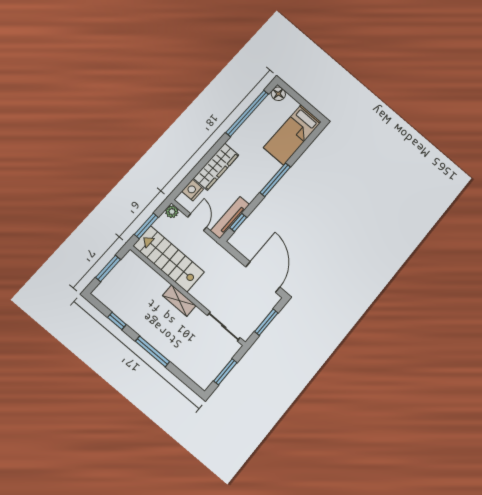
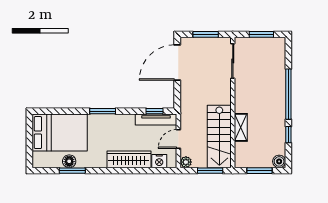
floor lamp: (278, 94) -> (69, 161), moved
window: (247, 113) -> (72, 171), width x0.47
bed: (292, 135) -> (60, 133), width x1.50
window: (275, 180) -> (103, 111), width x0.69
boiler: (101, 293) -> (279, 161), added
shelving: (179, 301) -> (241, 127), moved
window: (153, 351) -> (288, 94), width x1.46

